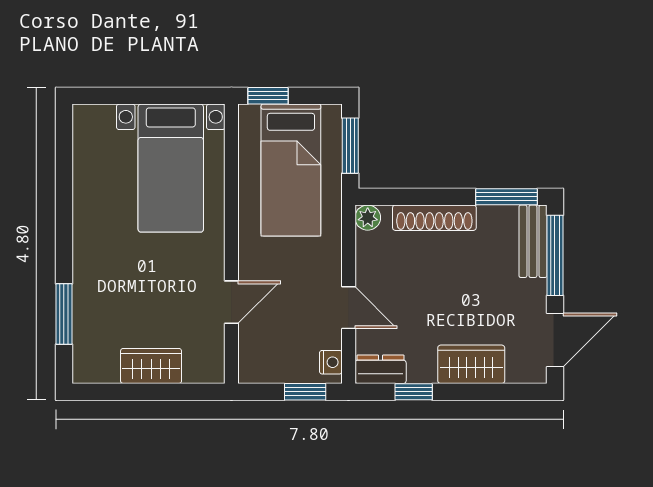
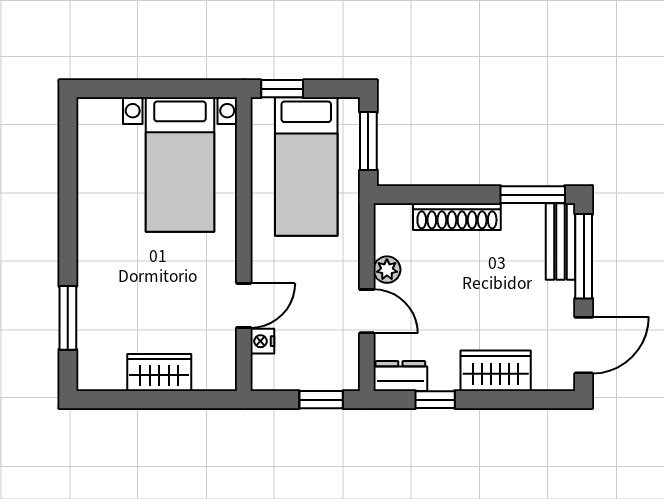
plant: (368, 218) -> (387, 270), moved
nightstand: (331, 362) -> (262, 341), moved, turned 180

